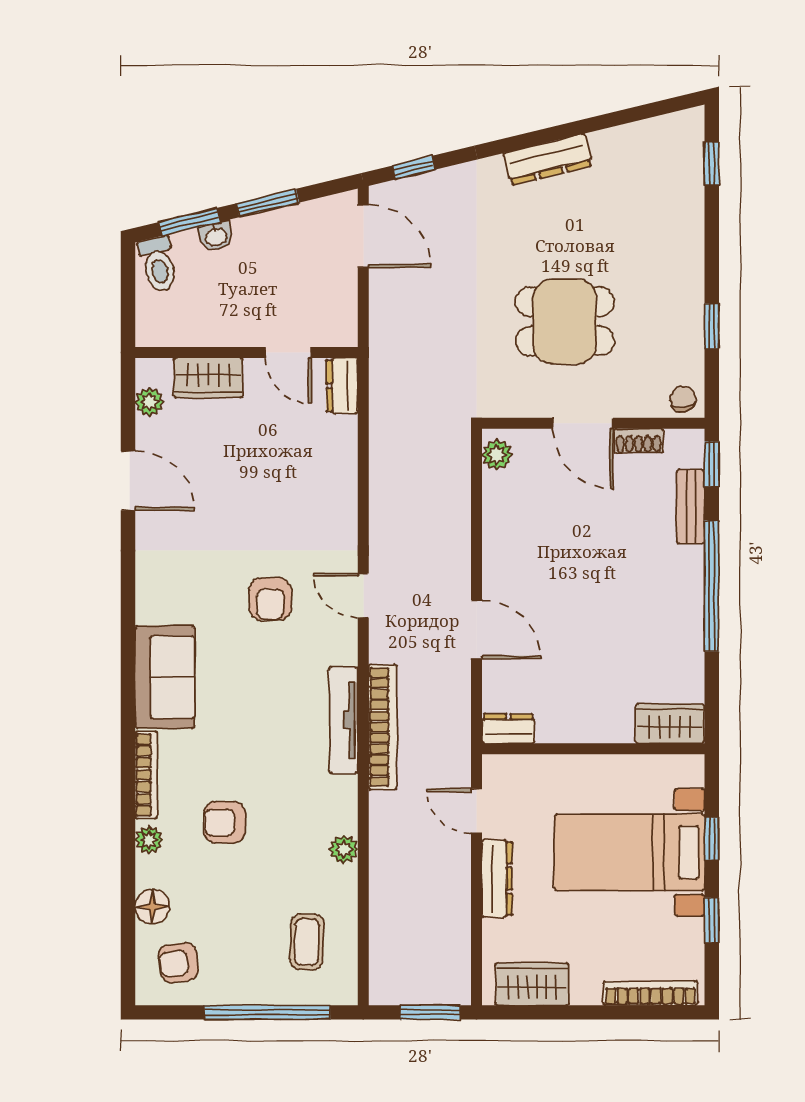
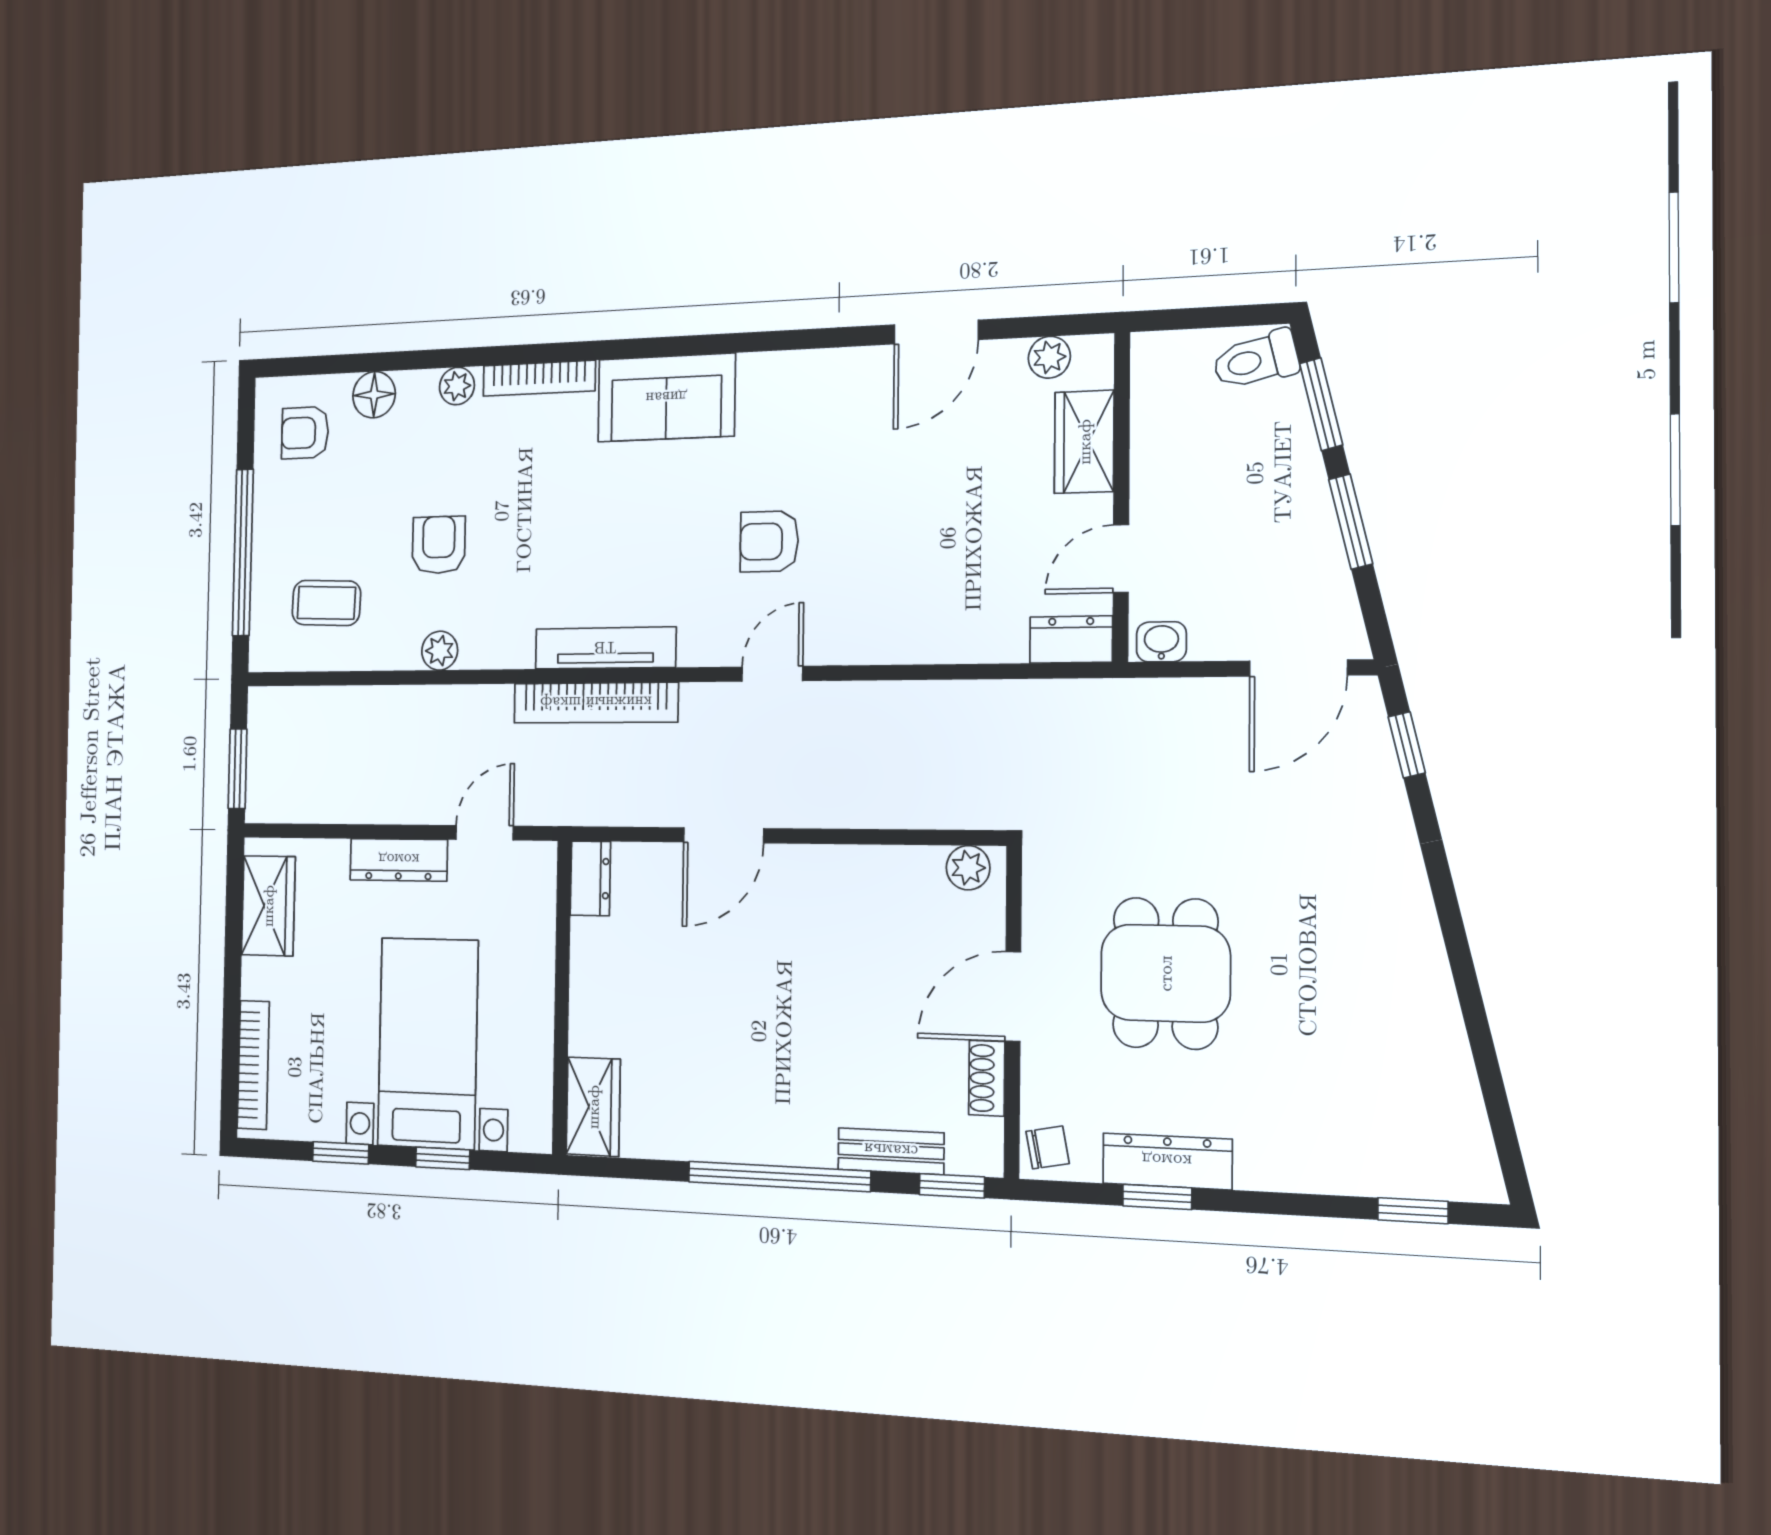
dresser: (548, 159) -> (1167, 1161), moved, turned 104
washbasin: (216, 236) -> (1161, 642), moved, turned 104
armchair: (225, 822) -> (439, 545), moved
armchair: (179, 963) -> (305, 433), turned -82

